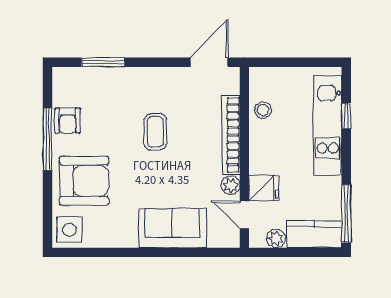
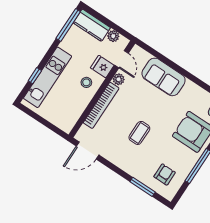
stool: (263, 110) -> (86, 82), moved
armchair: (67, 121) -> (165, 175), moved

